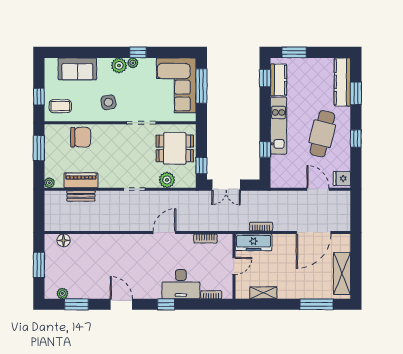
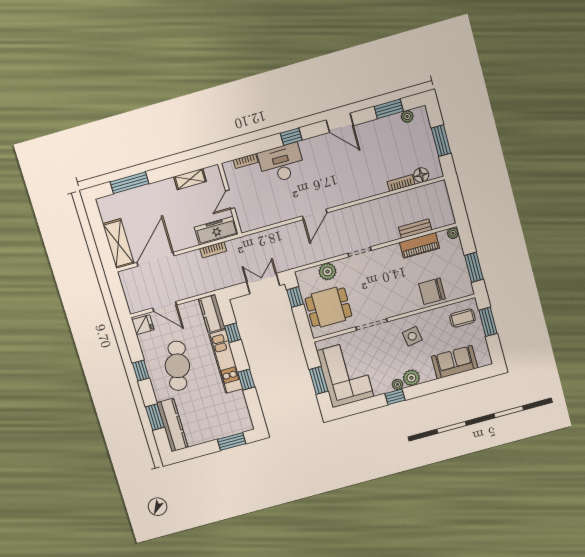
window: (265, 78) -> (246, 380), moved
kitchen counter: (279, 80) -> (212, 314), moved
window: (201, 86) -> (319, 380), width x0.69
window: (39, 97) -> (488, 322), width x1.50
bookcase: (205, 239) -> (401, 183), moved
shelving: (342, 273) -> (118, 244), moved

